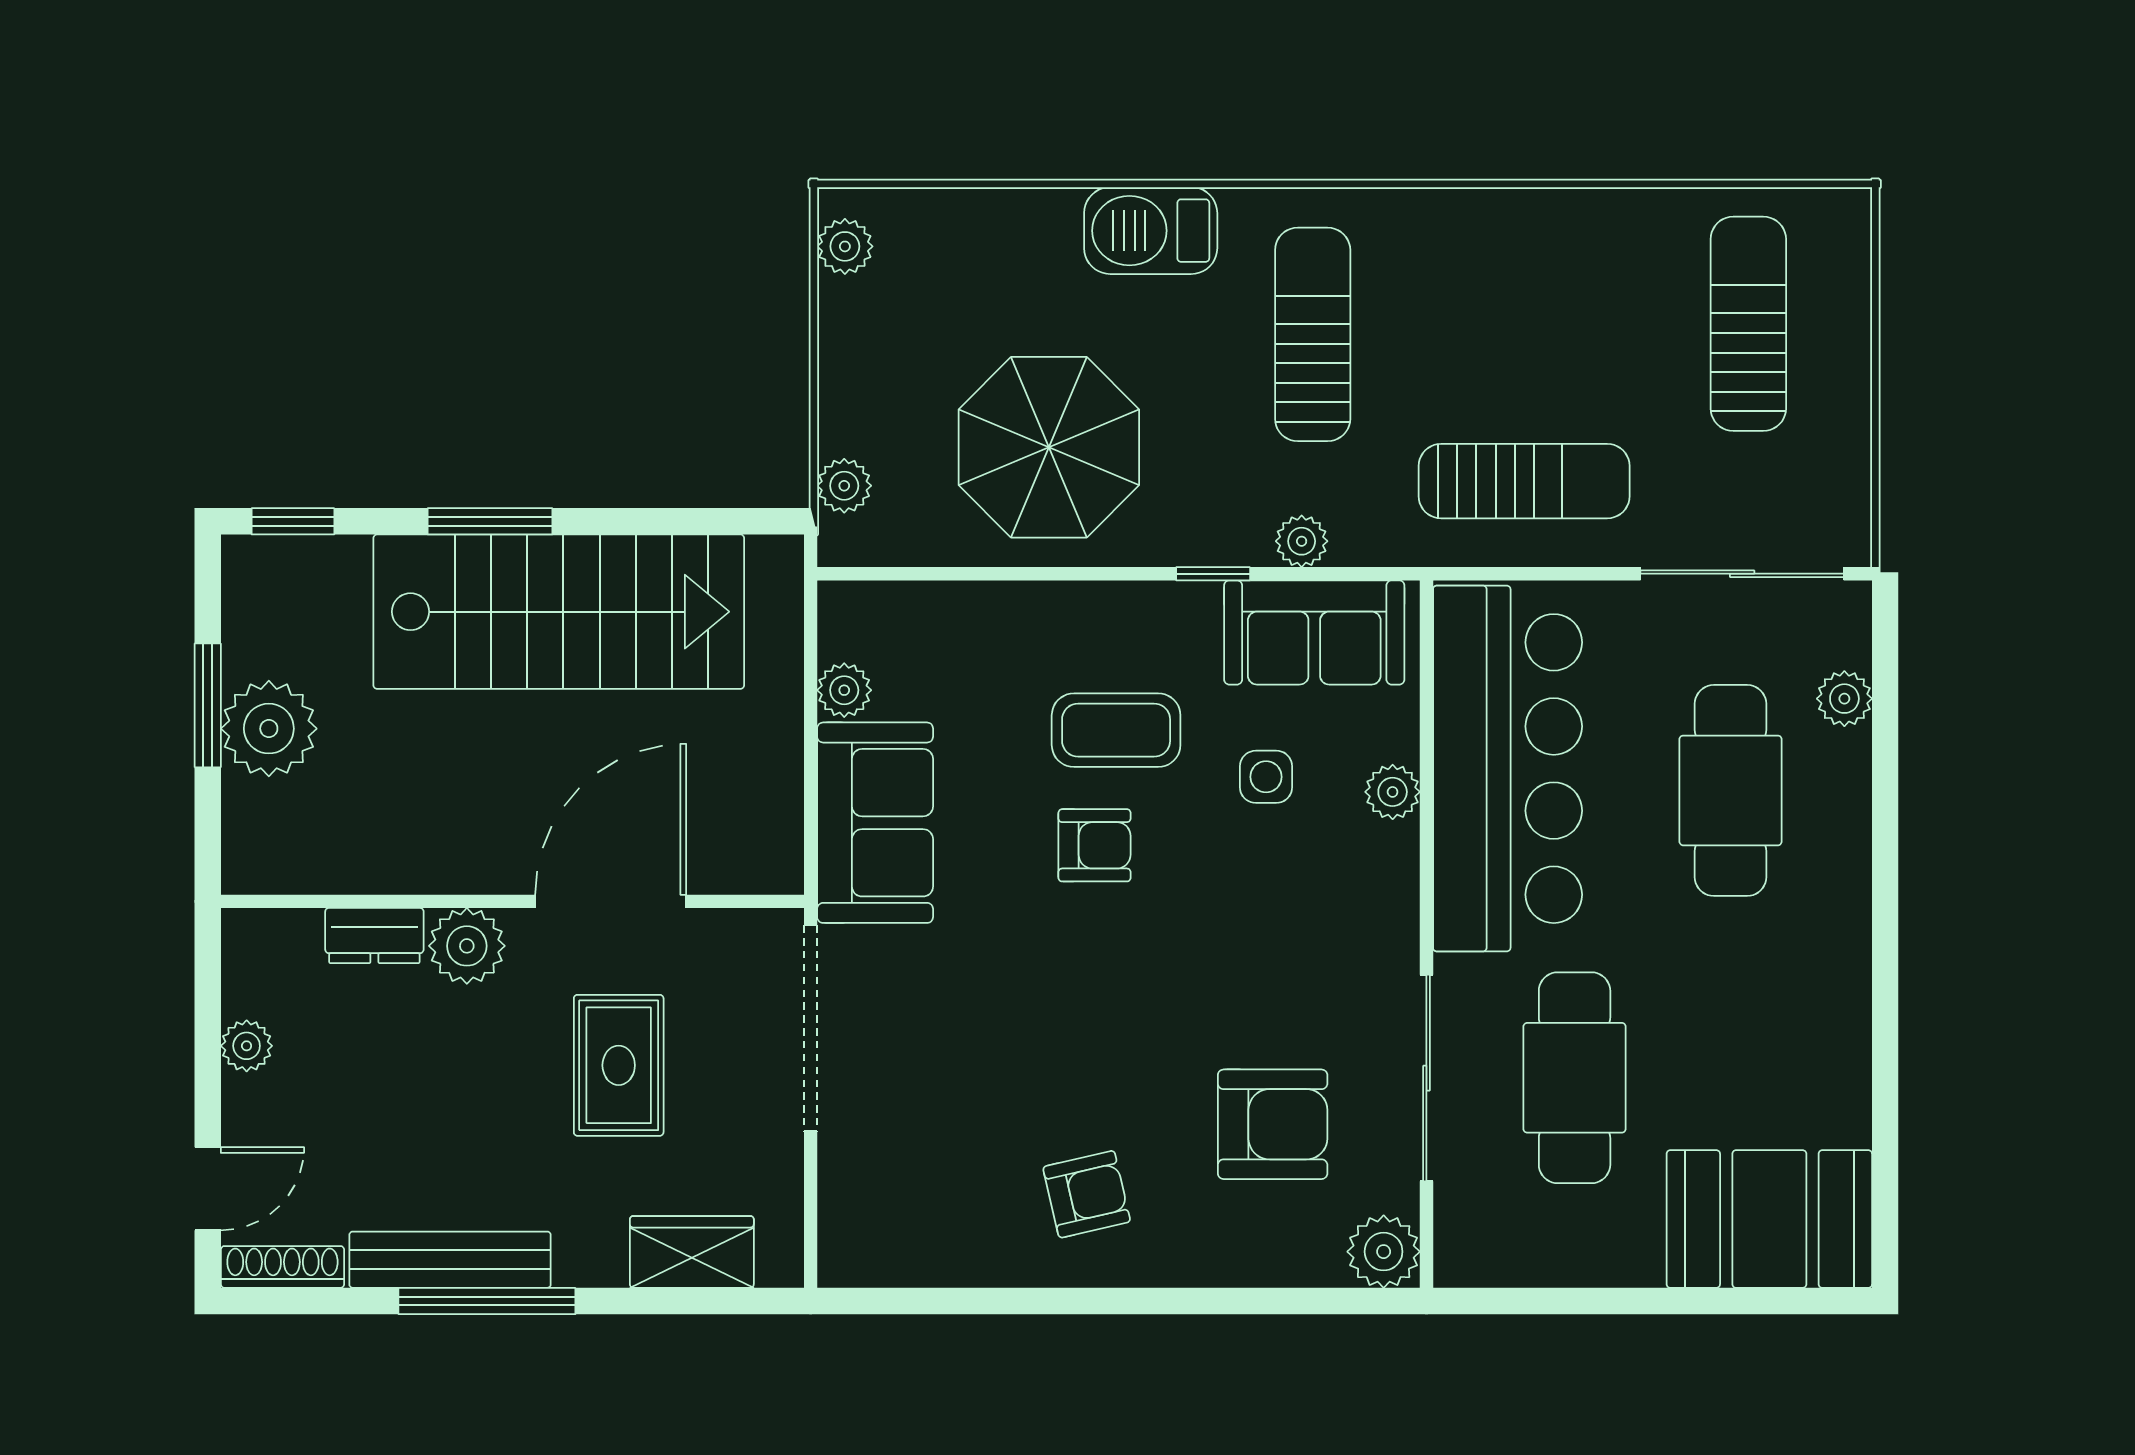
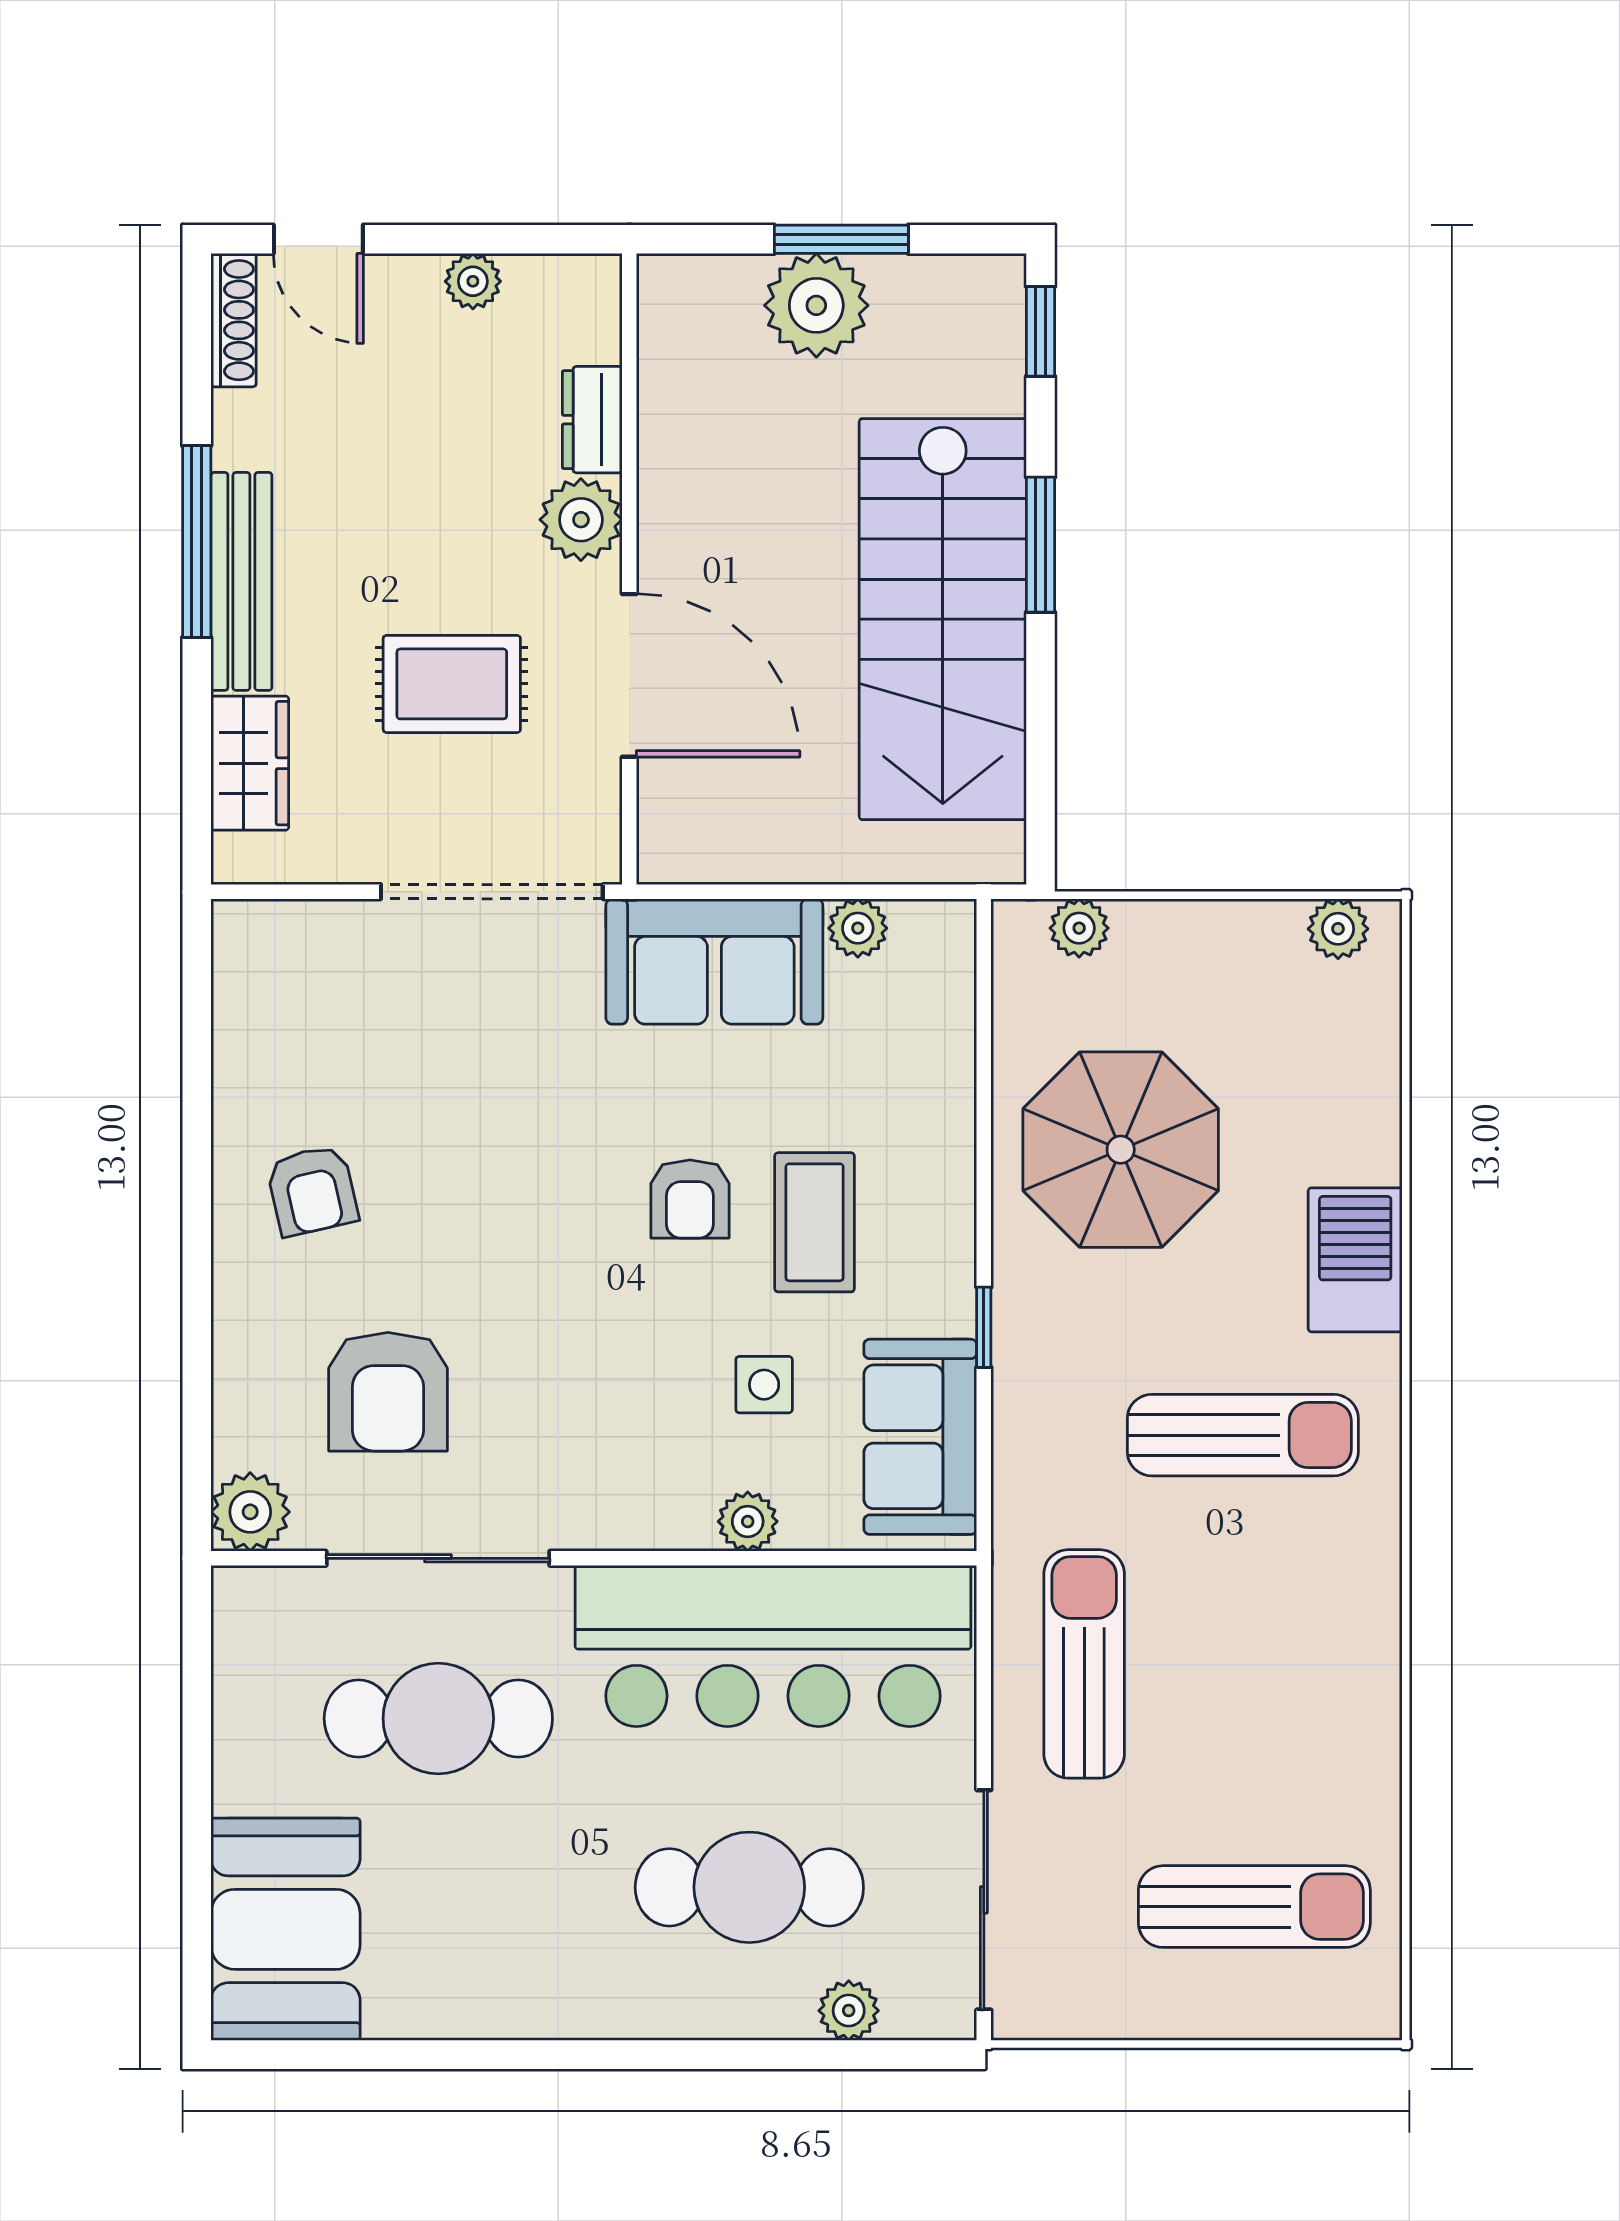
sun lounger: (1524, 481) -> (1084, 1664), turned 180
plant: (1302, 541) -> (1019, 1423), removed
bench: (450, 1260) -> (241, 581), moved

